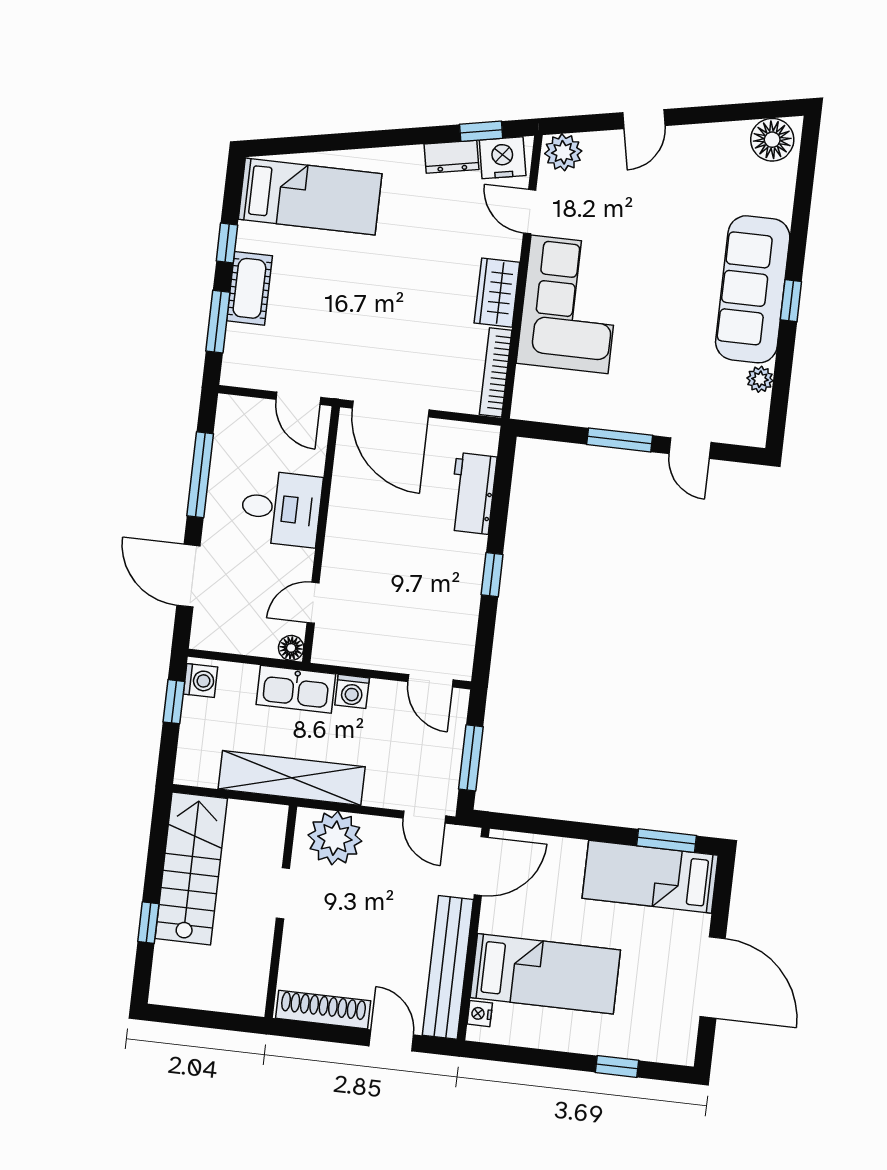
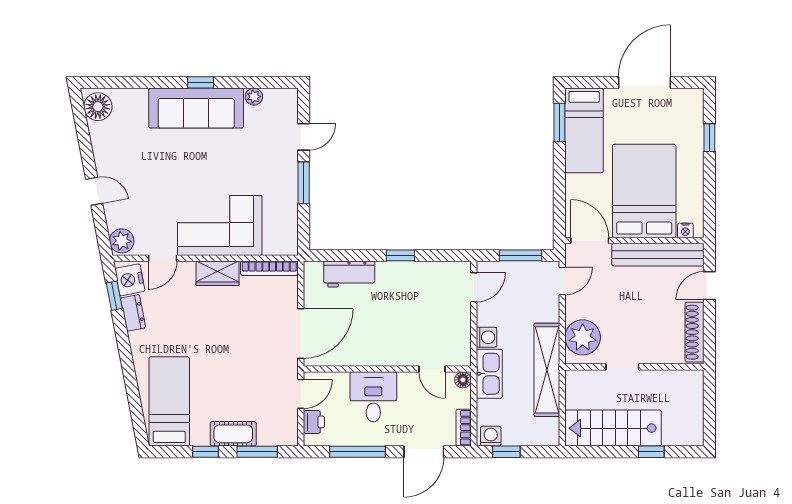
printer: (253, 413) -> (314, 422), added
bookcase: (218, 641) -> (464, 428), added
bed: (545, 974) -> (644, 191), width x1.50

